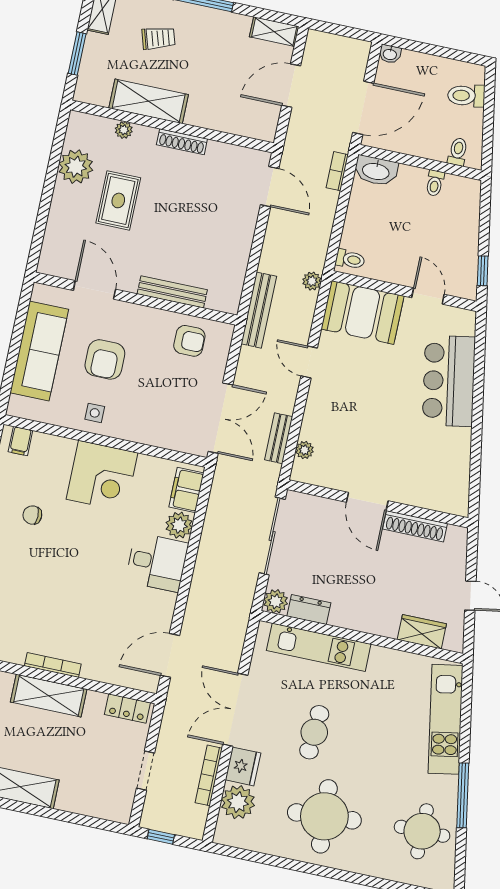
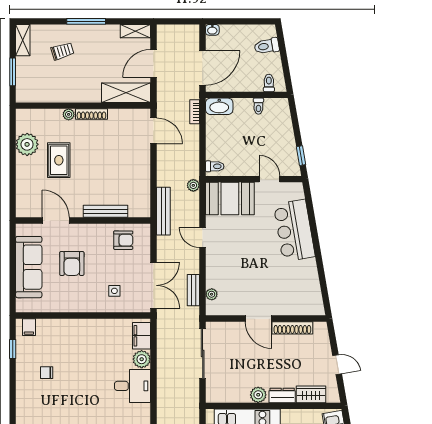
shelving: (149, 101) -> (126, 93), moved
plant: (124, 130) -> (69, 114), moved
side table: (95, 413) -> (114, 291), moved
corner desk: (102, 476) -> (86, 338), removed
plant: (276, 601) -> (258, 395), moved
dresser: (309, 609) -> (282, 395), moved

